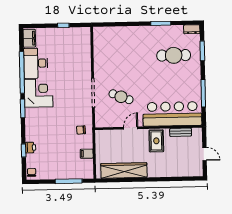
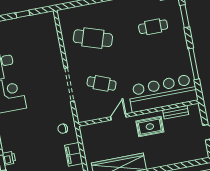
cafe table: (174, 55) -> (153, 27), width x0.73, depth x0.74
cafe table: (120, 56) -> (93, 38), added
rug: (156, 141) -> (150, 127), turned 90
filing cabinet: (87, 154) -> (74, 154), width x2.00

